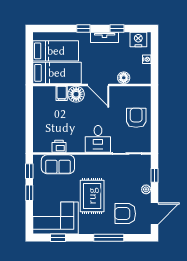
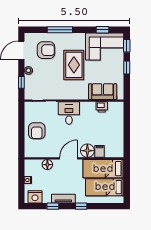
door: (98, 85) -> (69, 158), hinge flipped
window: (29, 171) -> (127, 46), moved

